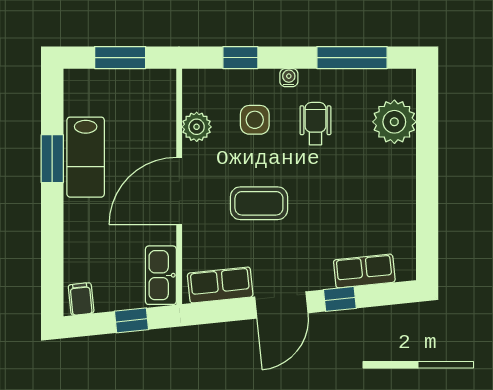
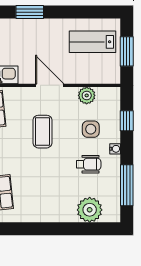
lab bench: (86, 157) -> (92, 42), moved
window: (52, 159) -> (30, 12), moved
door: (179, 191) -> (50, 85), width x0.73

